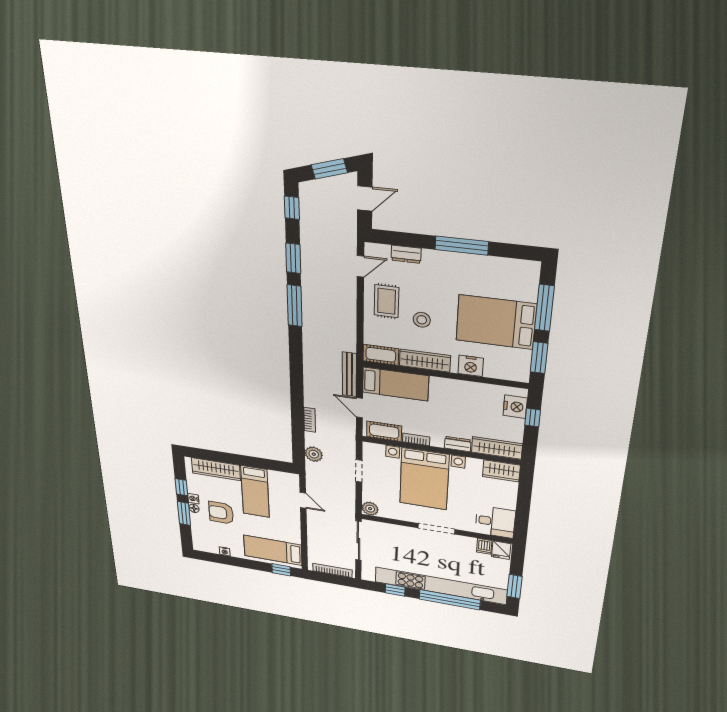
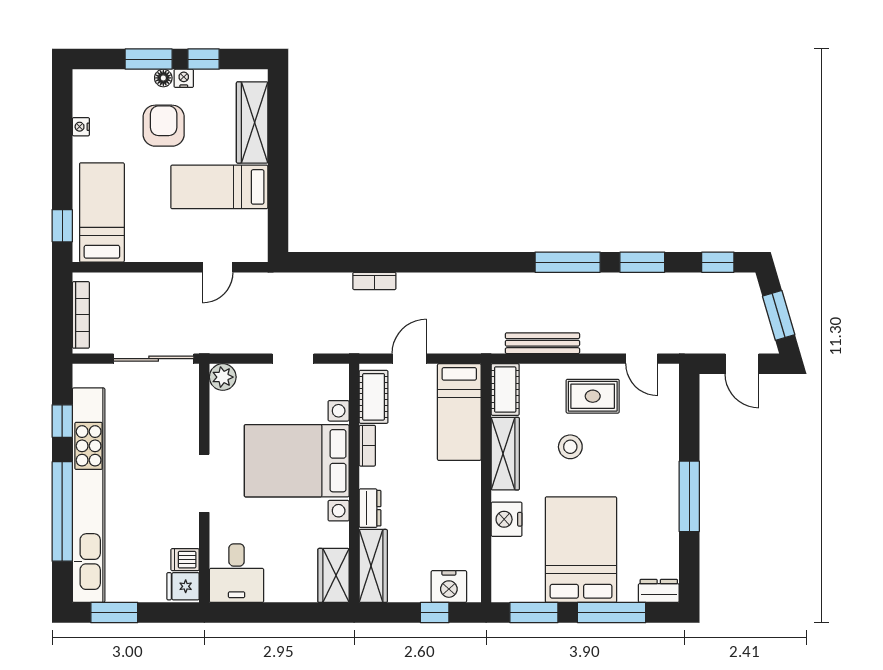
dresser: (406, 254) -> (659, 591), moved, turned 90
bench: (349, 374) -> (542, 343), moved
plant: (314, 454) -> (311, 286), removed

